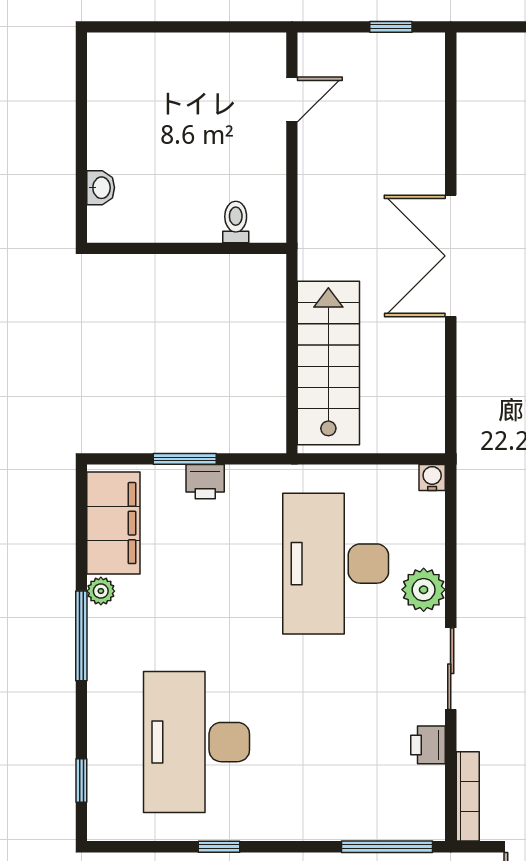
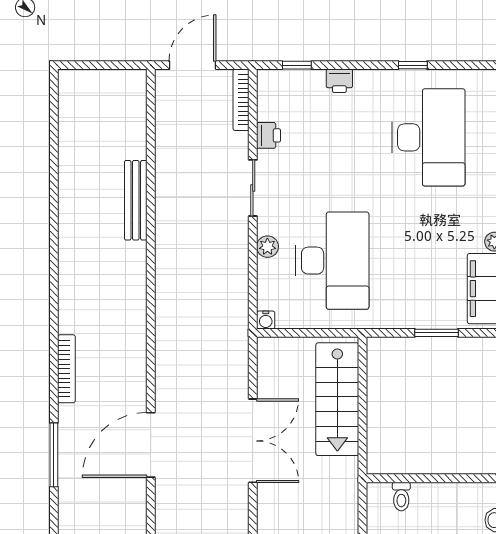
double door: (451, 256) -> (253, 441), moved
printer: (205, 482) -> (339, 81), moved, turned 180
plant: (424, 590) -> (267, 247), width x0.73, depth x0.73
window: (387, 847) -> (297, 65), width x0.46

